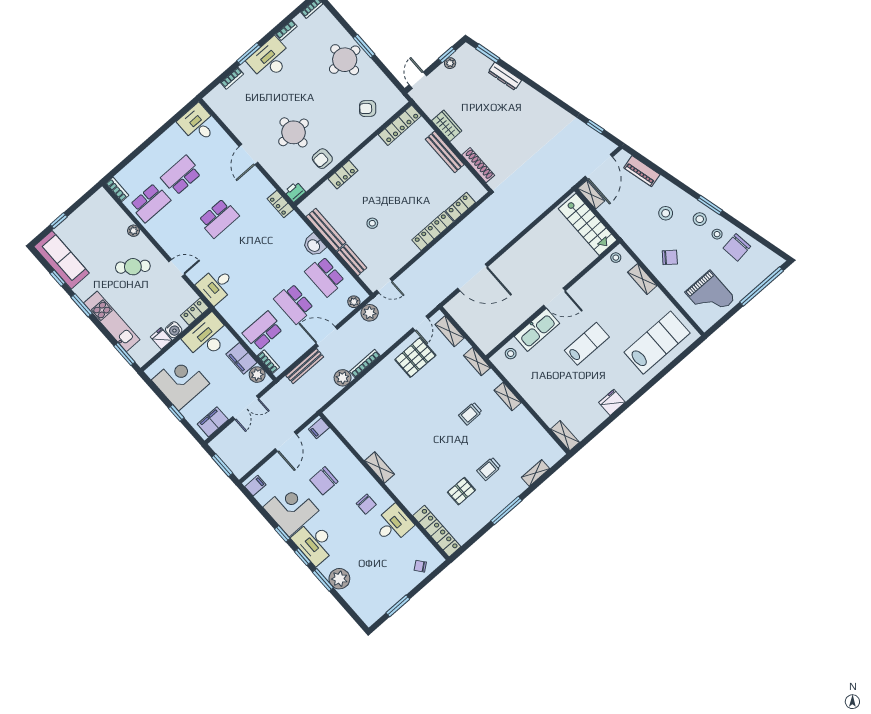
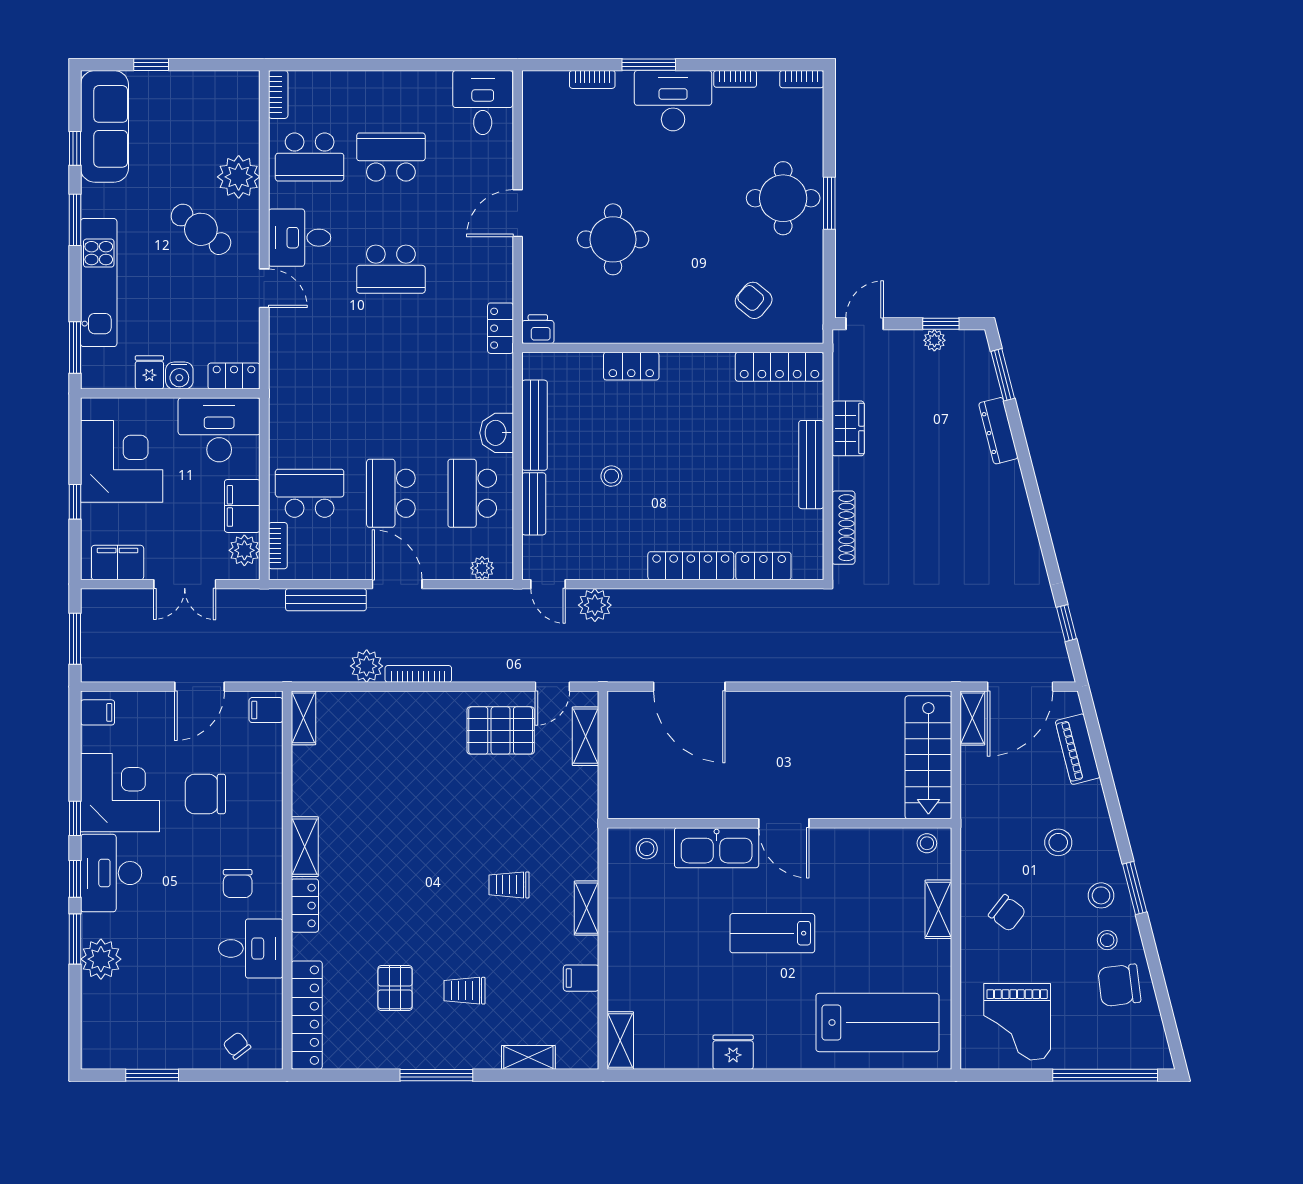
armchair: (322, 159) -> (622, 316), removed
plant: (133, 231) -> (239, 177), width x1.88, depth x1.88
desk: (216, 286) -> (300, 238), moved
plant: (370, 313) -> (595, 605), moved
lab bench: (587, 344) -> (772, 933), turned 180
shelving: (477, 362) -> (303, 718), moved
filing cabinet: (529, 425) -> (581, 978), added
locker: (399, 490) -> (305, 906), added
pallet: (461, 491) -> (395, 988), turned 90

